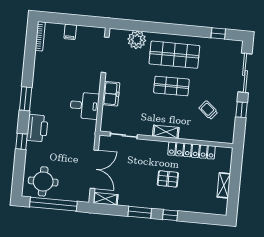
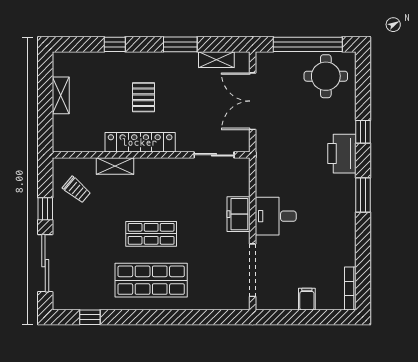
plant: (137, 40) -> (208, 297), removed
desk: (85, 106) -> (276, 216), moved
trolley: (208, 110) -> (77, 190), moved
shelving: (166, 132) -> (115, 166), moved
locker: (191, 150) -> (140, 142), moved
pallet: (168, 179) -> (144, 97), turned 90
shelving: (105, 199) -> (216, 60), moved
window: (170, 215) -> (115, 44), moved

